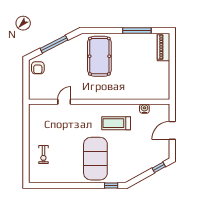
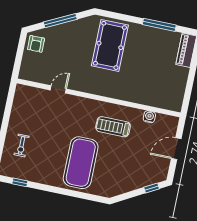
window: (111, 185) -> (20, 182), moved

